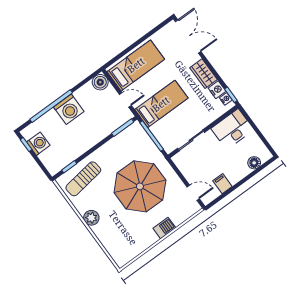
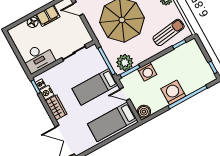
plant: (130, 137) -> (125, 63), added
washing machine: (38, 144) -> (147, 72), moved, turned -90
floor lamp: (254, 163) -> (33, 22), moved
filing cabinet: (222, 184) -> (48, 16), width x2.00

